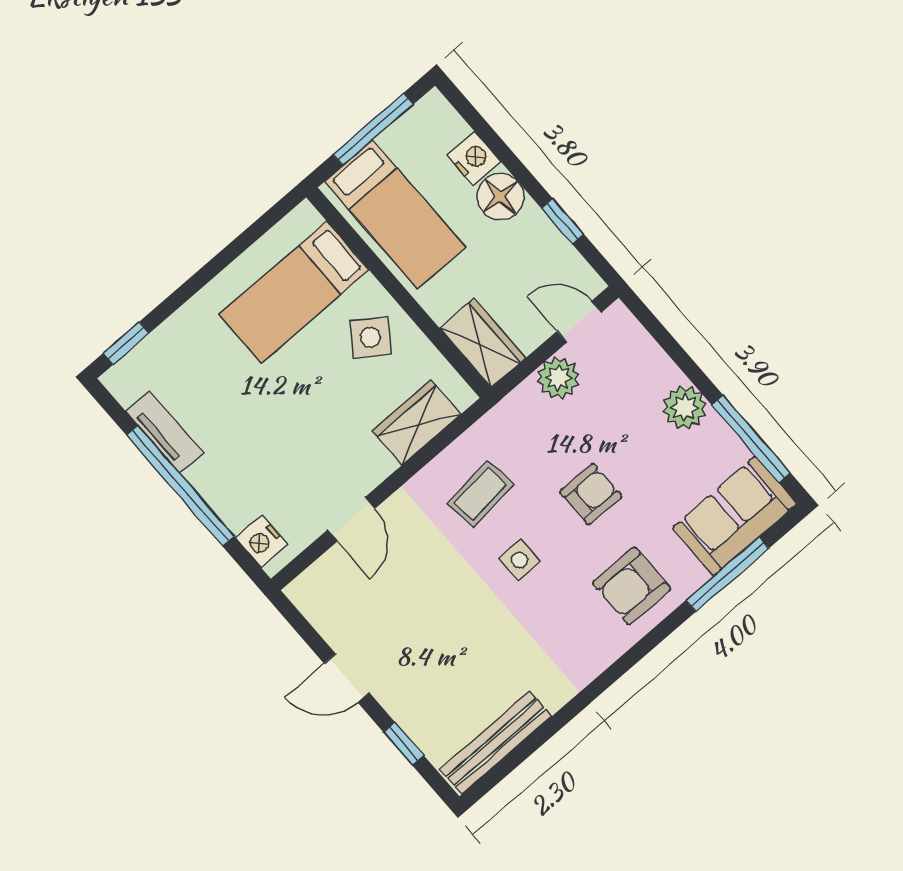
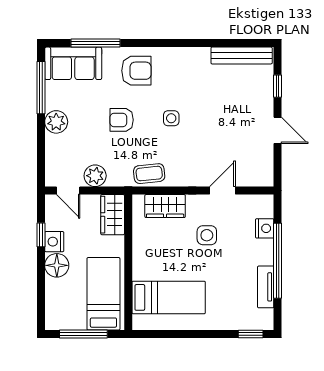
nightstand: (474, 158) -> (54, 242), moved
side table: (370, 337) -> (207, 235), moved, turned -35
coffee table: (480, 494) -> (149, 174), moved
nightstand: (261, 541) -> (265, 228), moved

